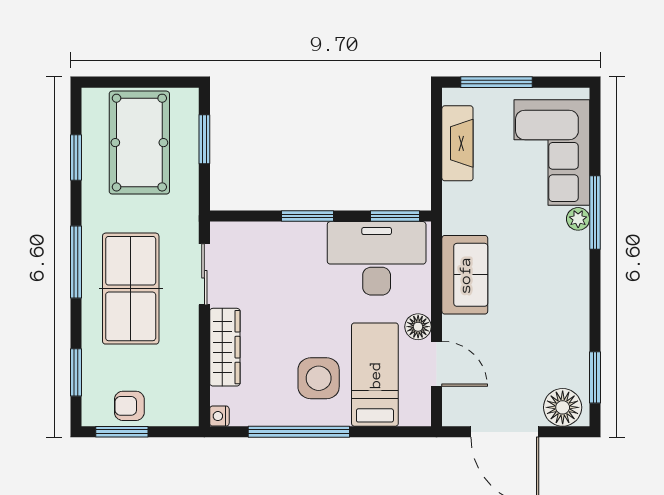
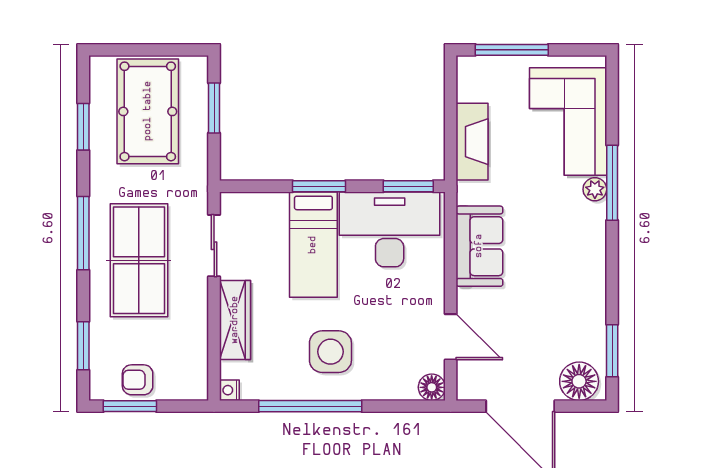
fireplace: (457, 143) -> (472, 142), moved
floor lamp: (418, 327) -> (432, 387), moved
bed: (375, 375) -> (313, 245), moved, turned 180

